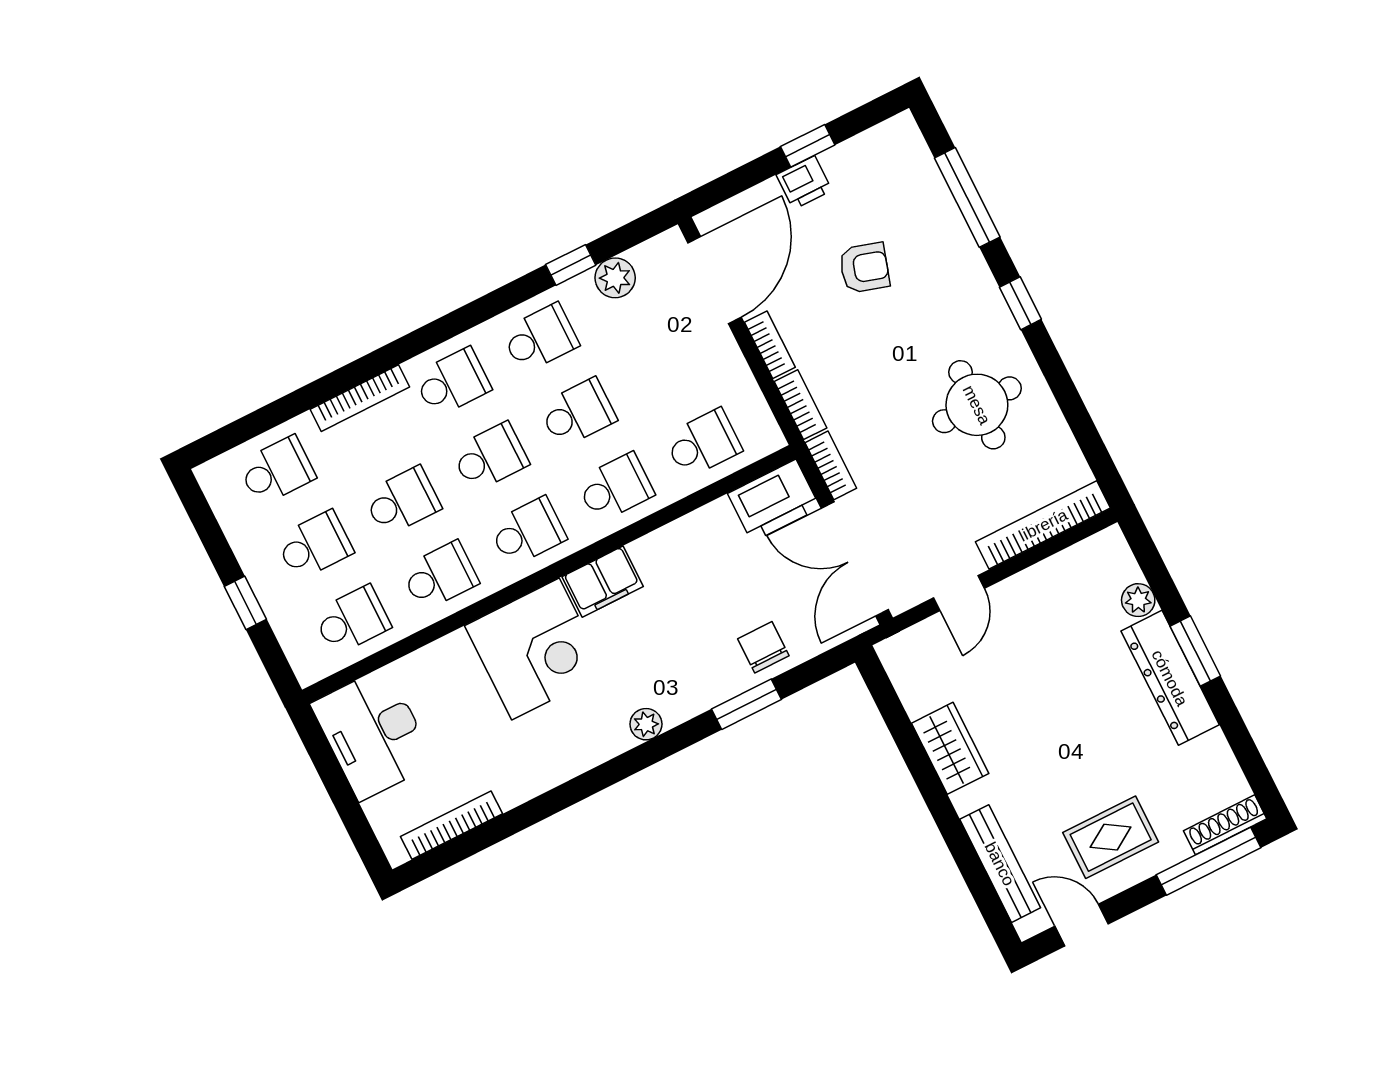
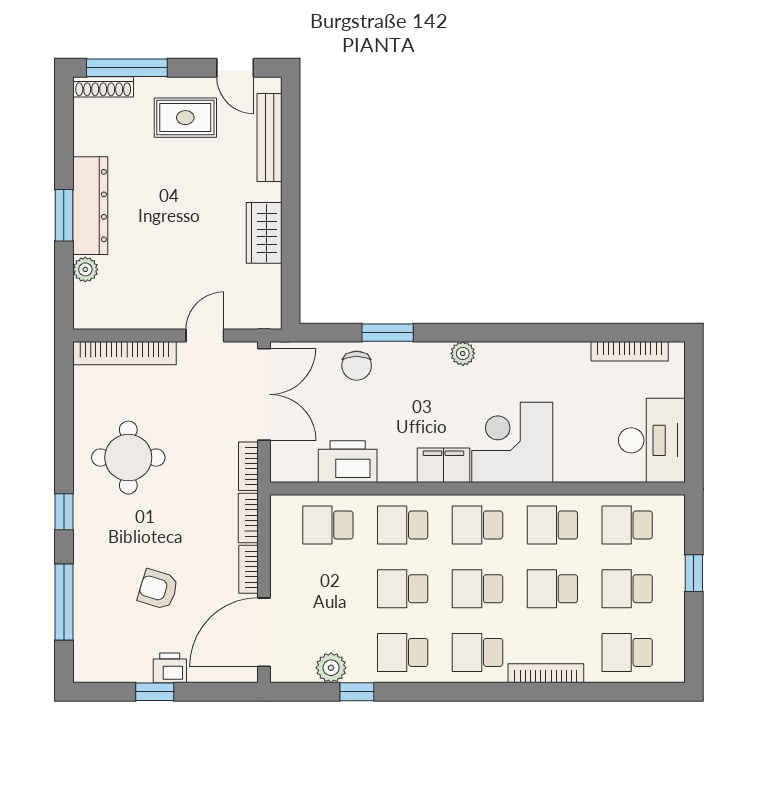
printer: (774, 501) -> (348, 462), moved

